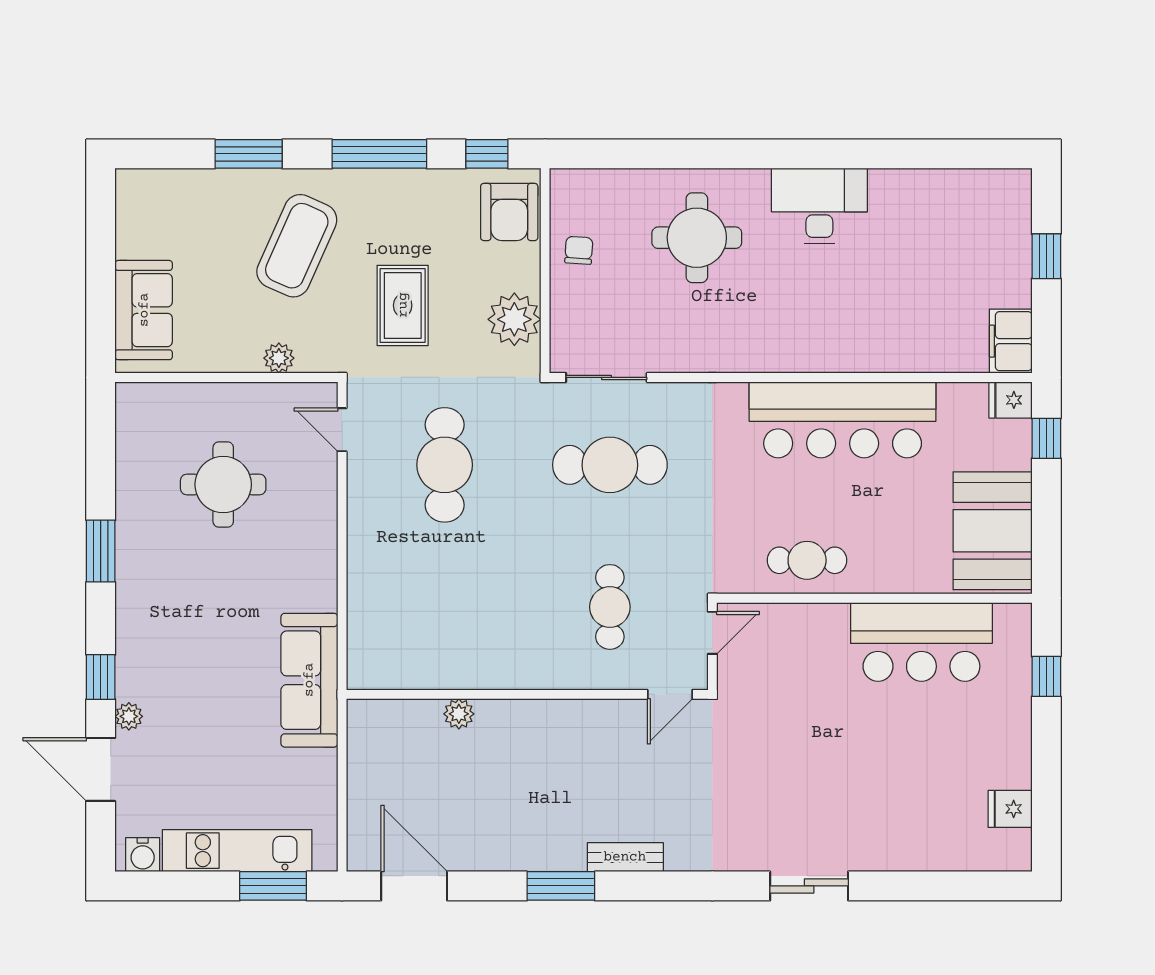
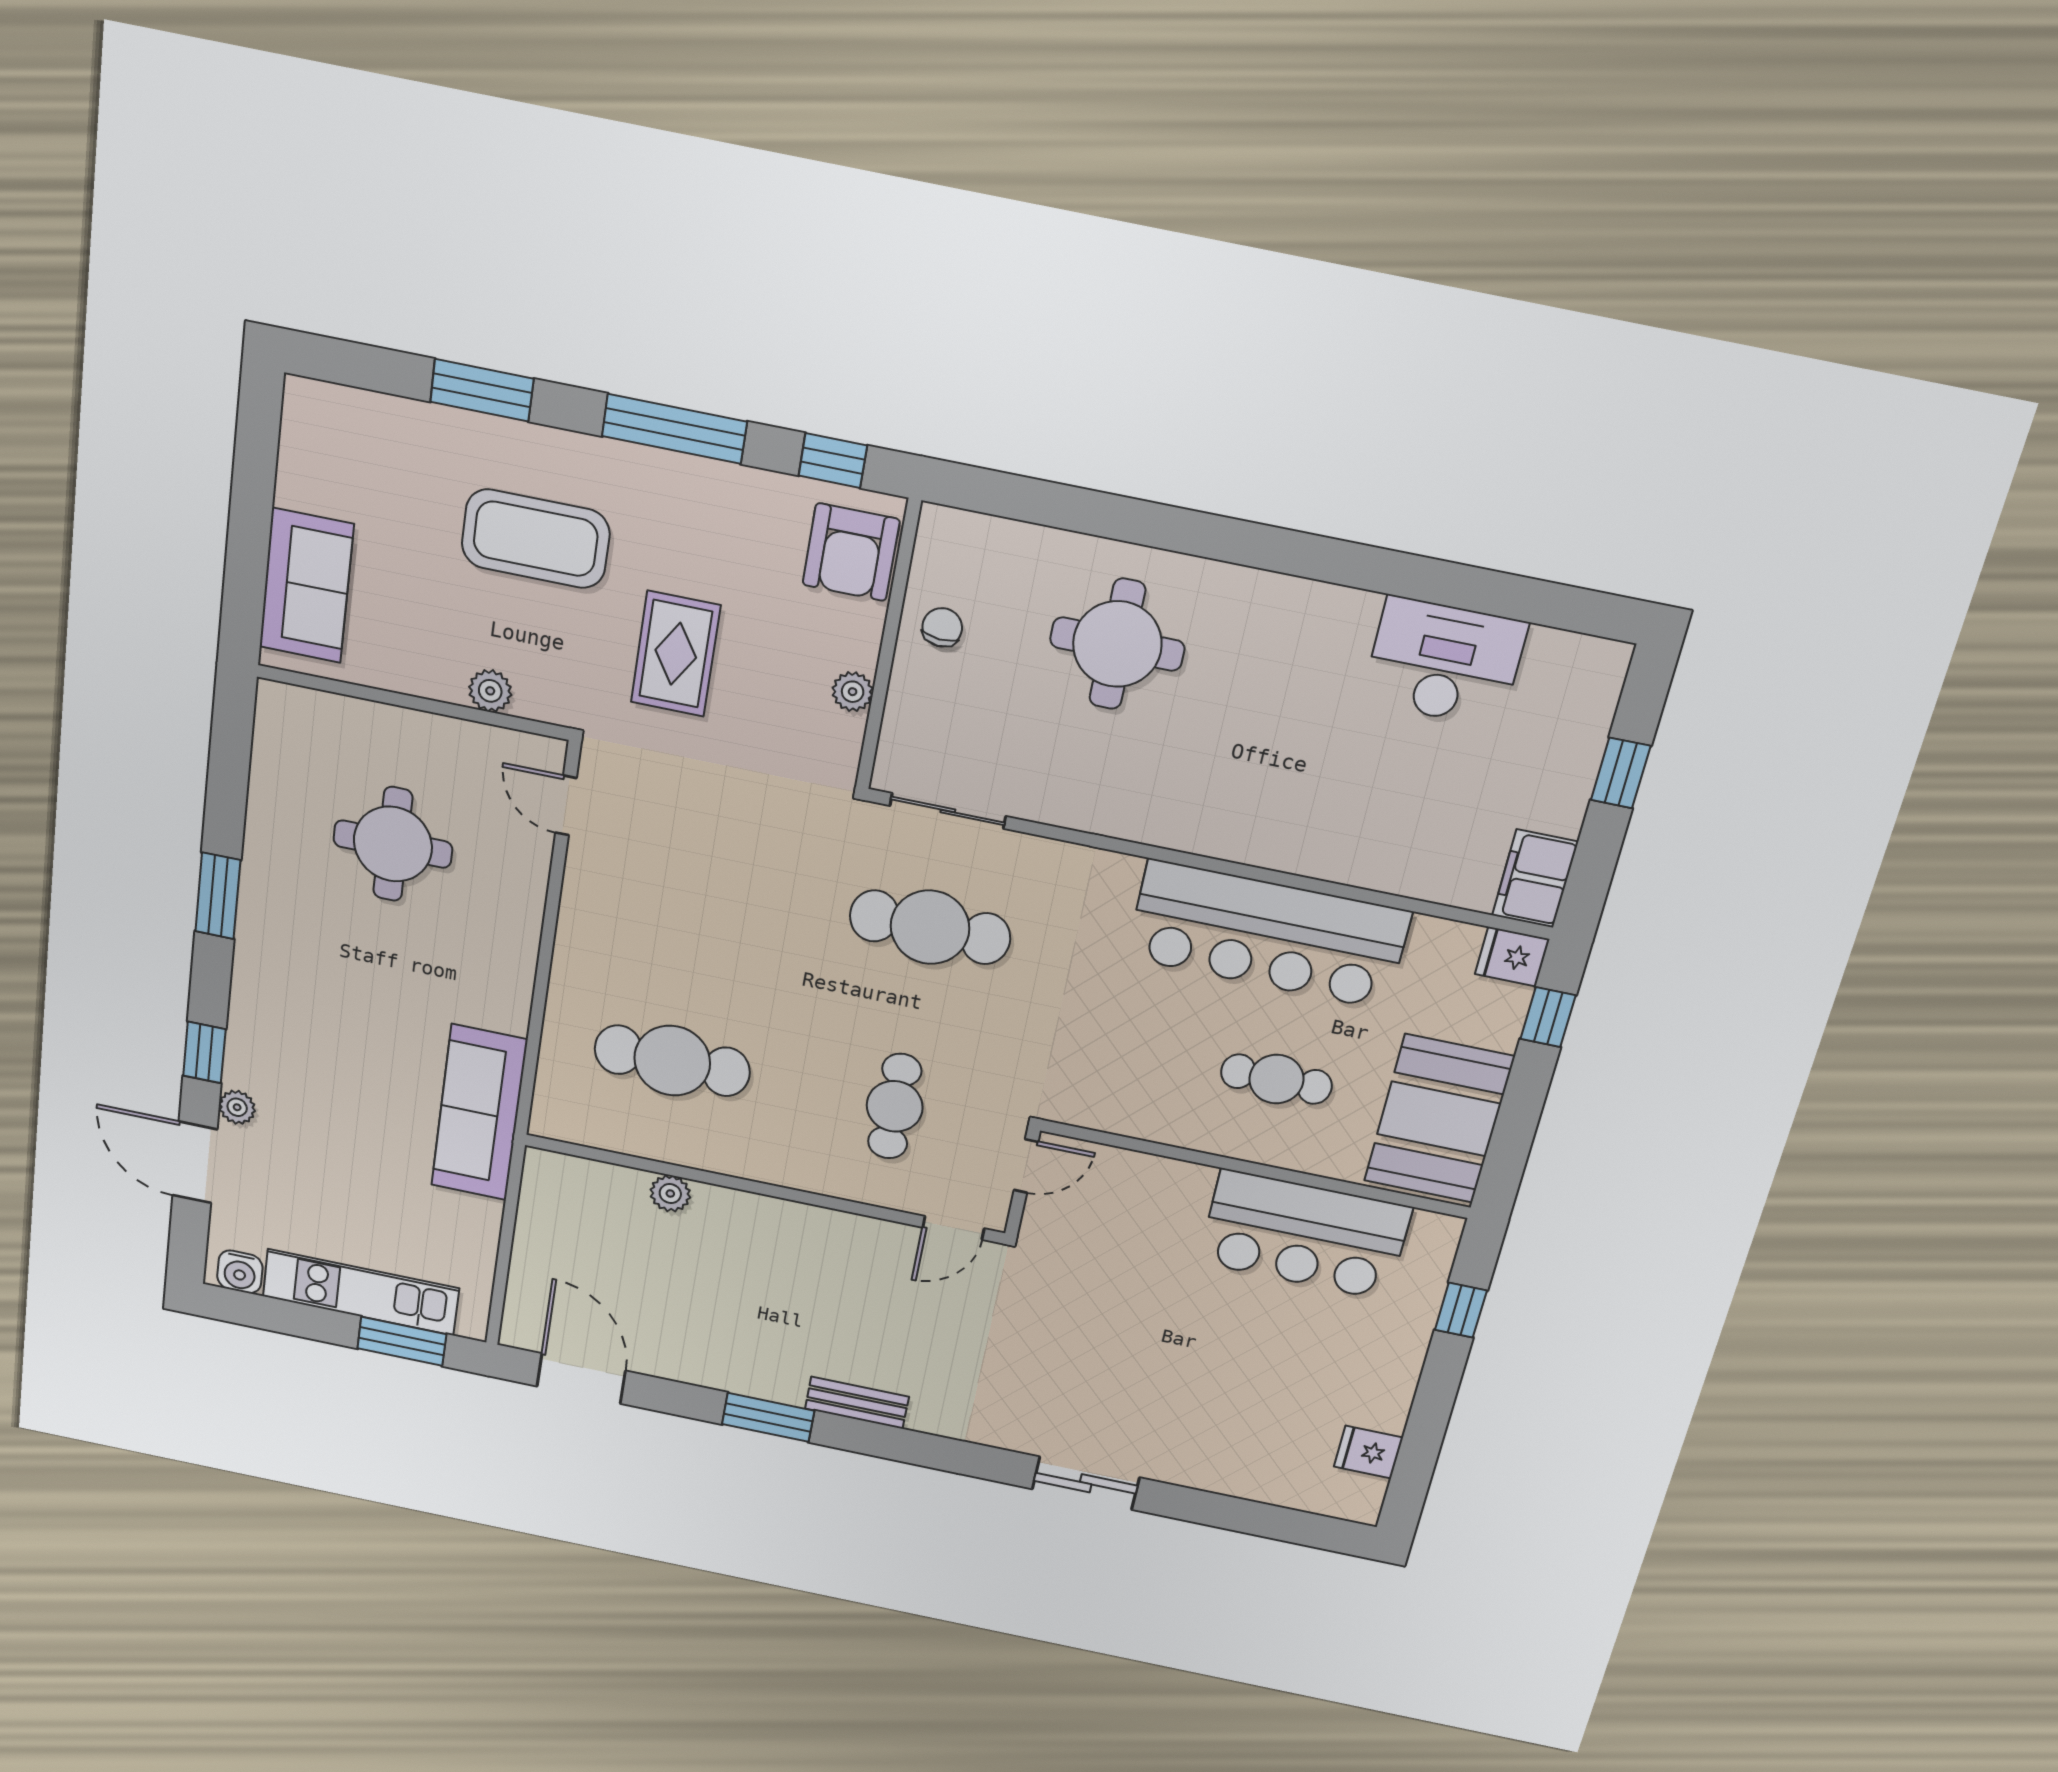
desk: (819, 206) -> (1444, 662), moved
coffee table: (297, 246) -> (536, 539), turned 66
plant: (514, 319) -> (853, 692), width x0.53, depth x0.53
cafe table: (445, 465) -> (672, 1061), moved, turned 90
cafe table: (807, 560) -> (1276, 1079), moved

